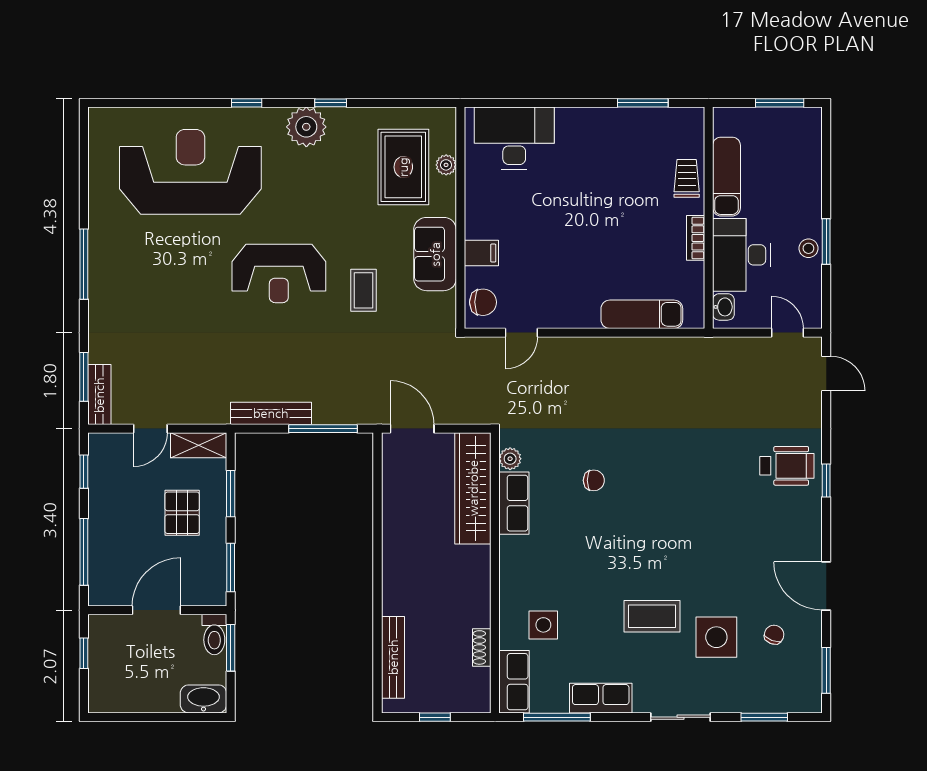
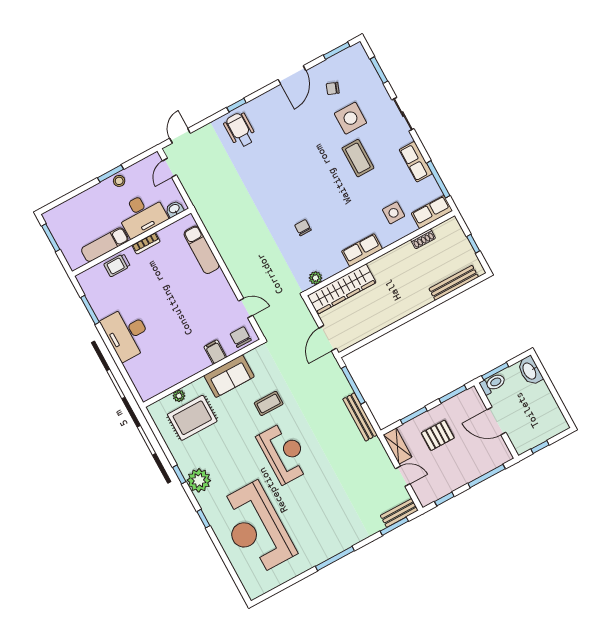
desk: (514, 138) -> (127, 333), moved
row of seats: (514, 503) -> (362, 250), moved

